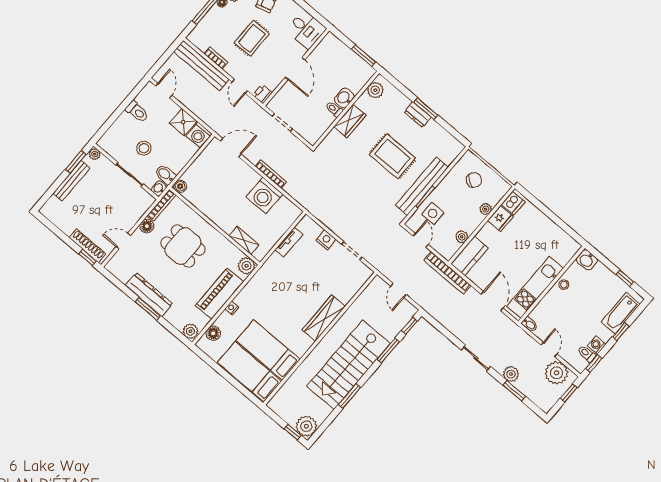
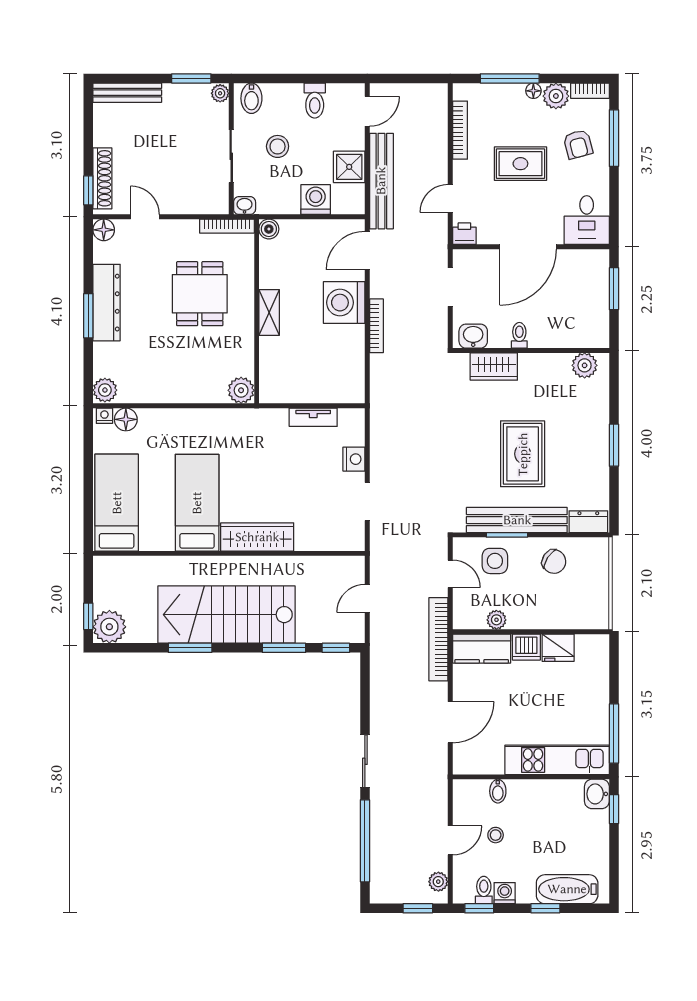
window: (363, 56) -> (614, 289), moved
bookcase: (216, 58) -> (460, 130), width x1.56
bench: (201, 65) -> (381, 181), moved
door: (295, 69) -> (528, 247), width x1.36
washbasin: (344, 98) -> (473, 336), moved
dresser: (418, 115) -> (588, 522), moved, turned 90
wardrobe: (350, 121) -> (494, 366), moved
washing machine: (199, 135) -> (316, 200), moved, turned 90
door: (231, 148) -> (367, 251), swing flipped
bidet: (165, 175) -> (251, 98), moved, turned 180
chair: (474, 180) -> (554, 562), moved
bench: (72, 181) -> (127, 93), moved
washing machine: (264, 195) -> (344, 303), moved
dishwasher: (513, 203) -> (526, 647), moved
plant: (486, 209) -> (554, 620), removed
floor lamp: (147, 226) -> (104, 230), moved
window: (565, 227) -> (614, 733), added
shelving: (244, 240) -> (269, 312), moved
door: (421, 240) -> (450, 574), hinge flipped
window: (625, 278) -> (614, 809), moved
stool: (564, 285) -> (496, 835), moved
kitchen unit: (535, 288) -> (557, 760), moved
piano: (219, 294) -> (180, 386), removed
nightstand: (232, 308) -> (104, 416), moved
bidet: (530, 324) -> (498, 791), moved
bed: (268, 350) -> (197, 503), moved
plant: (556, 373) -> (438, 882), width x0.53, depth x0.53
plant: (511, 374) -> (382, 820), removed
window: (514, 391) -> (365, 841), width x2.11

